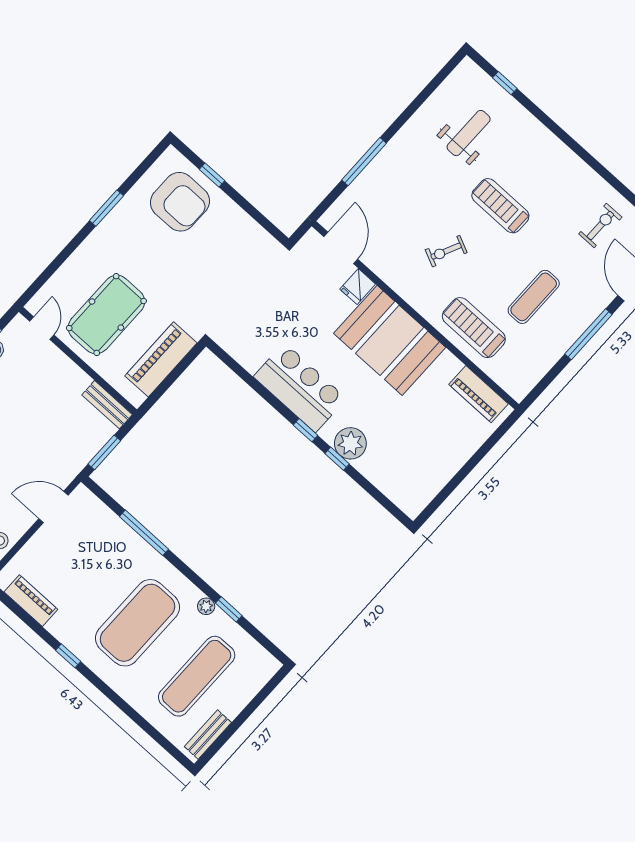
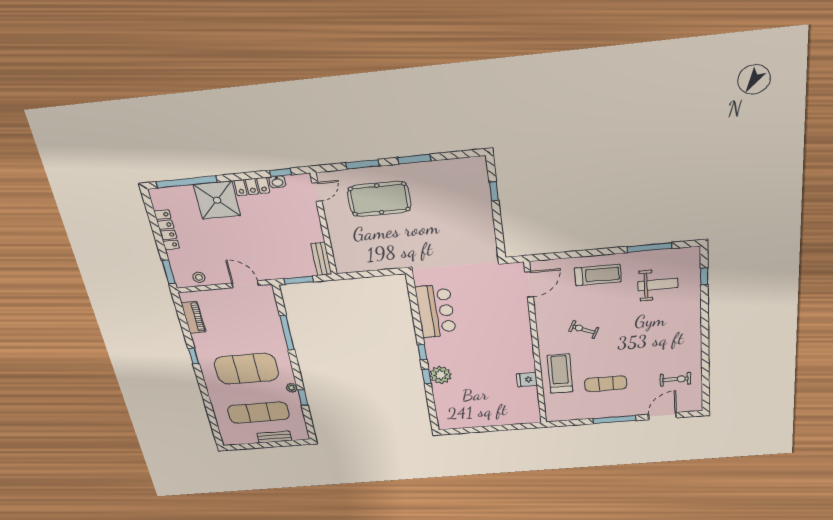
window: (364, 162) -> (649, 248), moved
armchair: (180, 202) -> (461, 190), removed
treadmill: (500, 206) -> (598, 275), moved, turned 90
window: (62, 258) -> (363, 164), added
fridge: (358, 287) -> (527, 380), moved
pool table: (106, 315) -> (379, 199), moved
booth: (390, 340) -> (510, 346), removed
piano: (161, 359) -> (374, 260), removed
bar counter: (300, 388) -> (436, 311), moved
piano: (479, 394) -> (530, 403), removed
bench: (208, 735) -> (274, 437), moved

